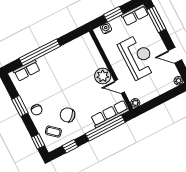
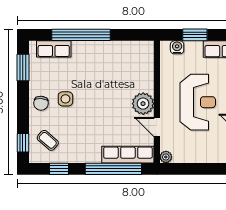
side table: (51, 99) -> (65, 99), added
window: (20, 106) -> (23, 67), moved
chair: (68, 115) -> (75, 129), removed

